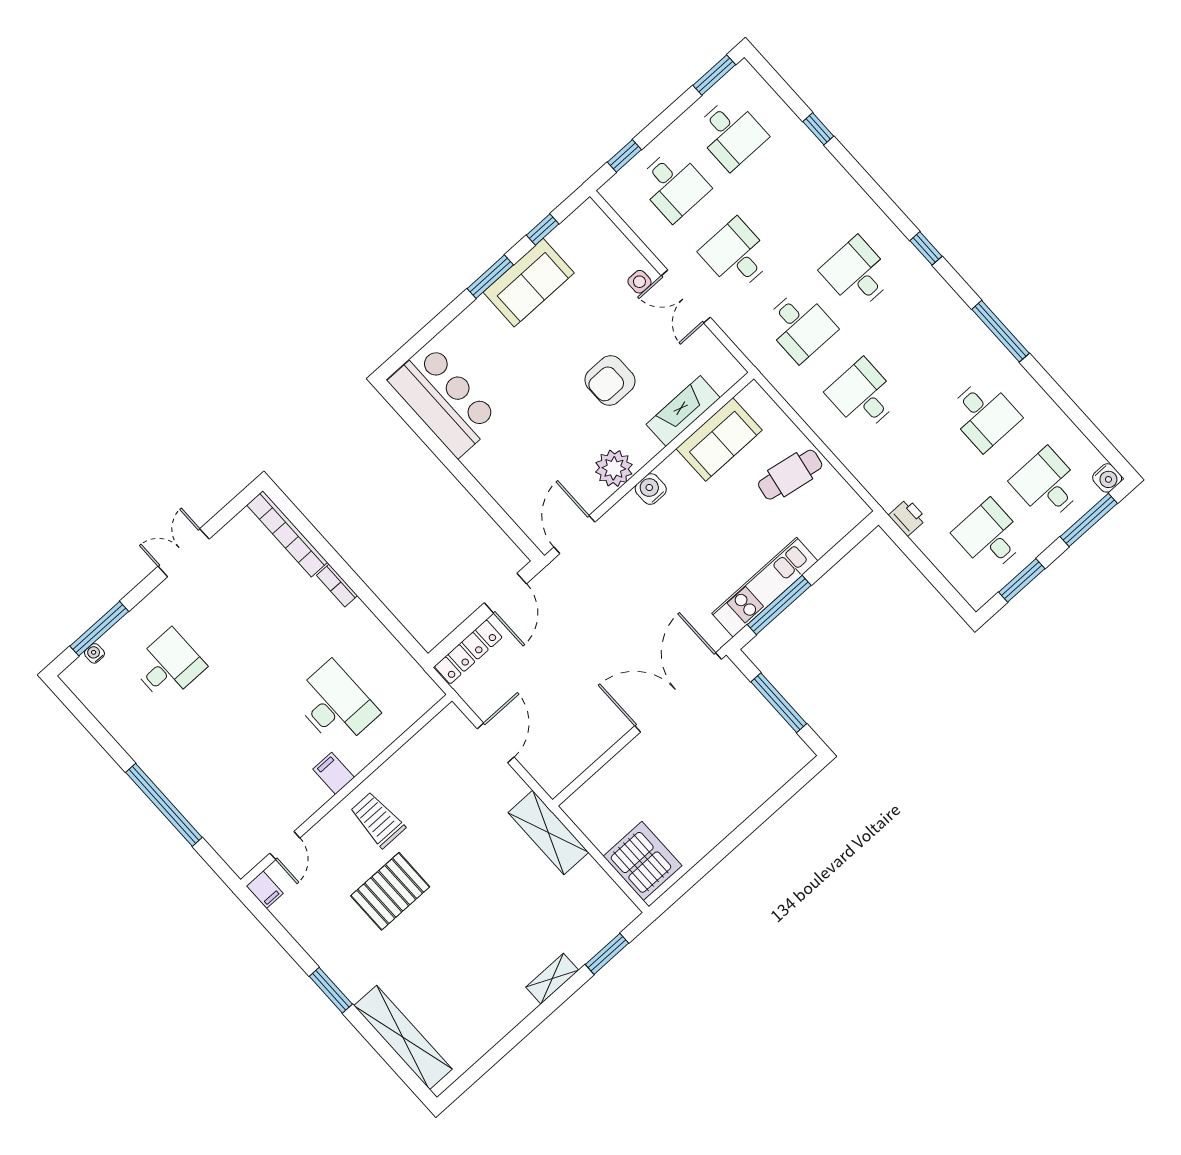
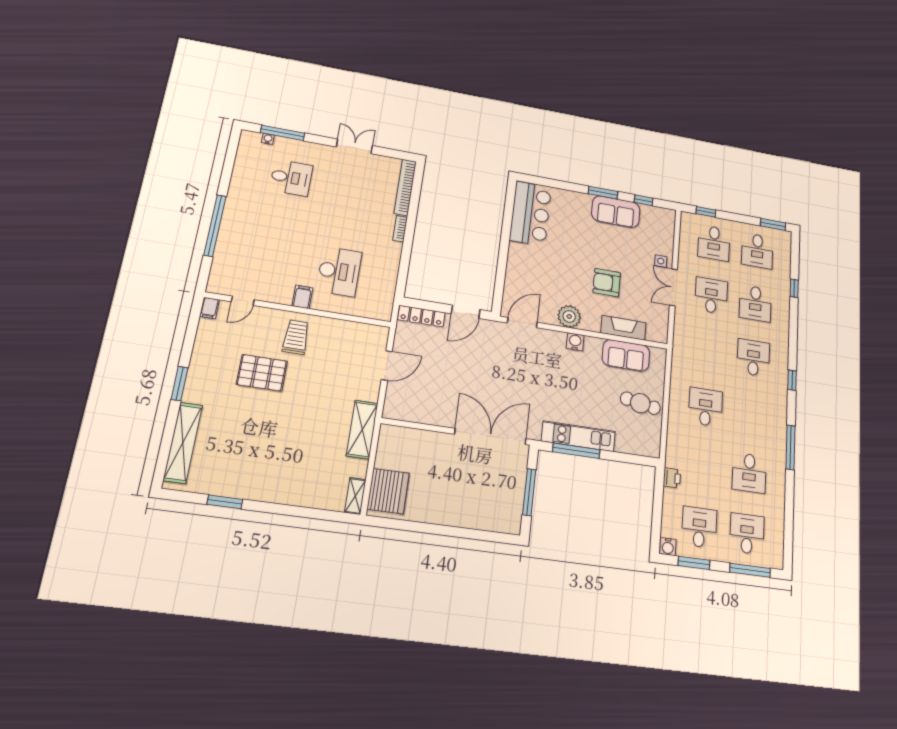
desk: (800, 325) -> (755, 303), moved
water cooler: (1107, 478) -> (668, 547), moved
window: (607, 954) -> (225, 502), moved
shelving: (552, 979) -> (355, 496), moved, turned 90

